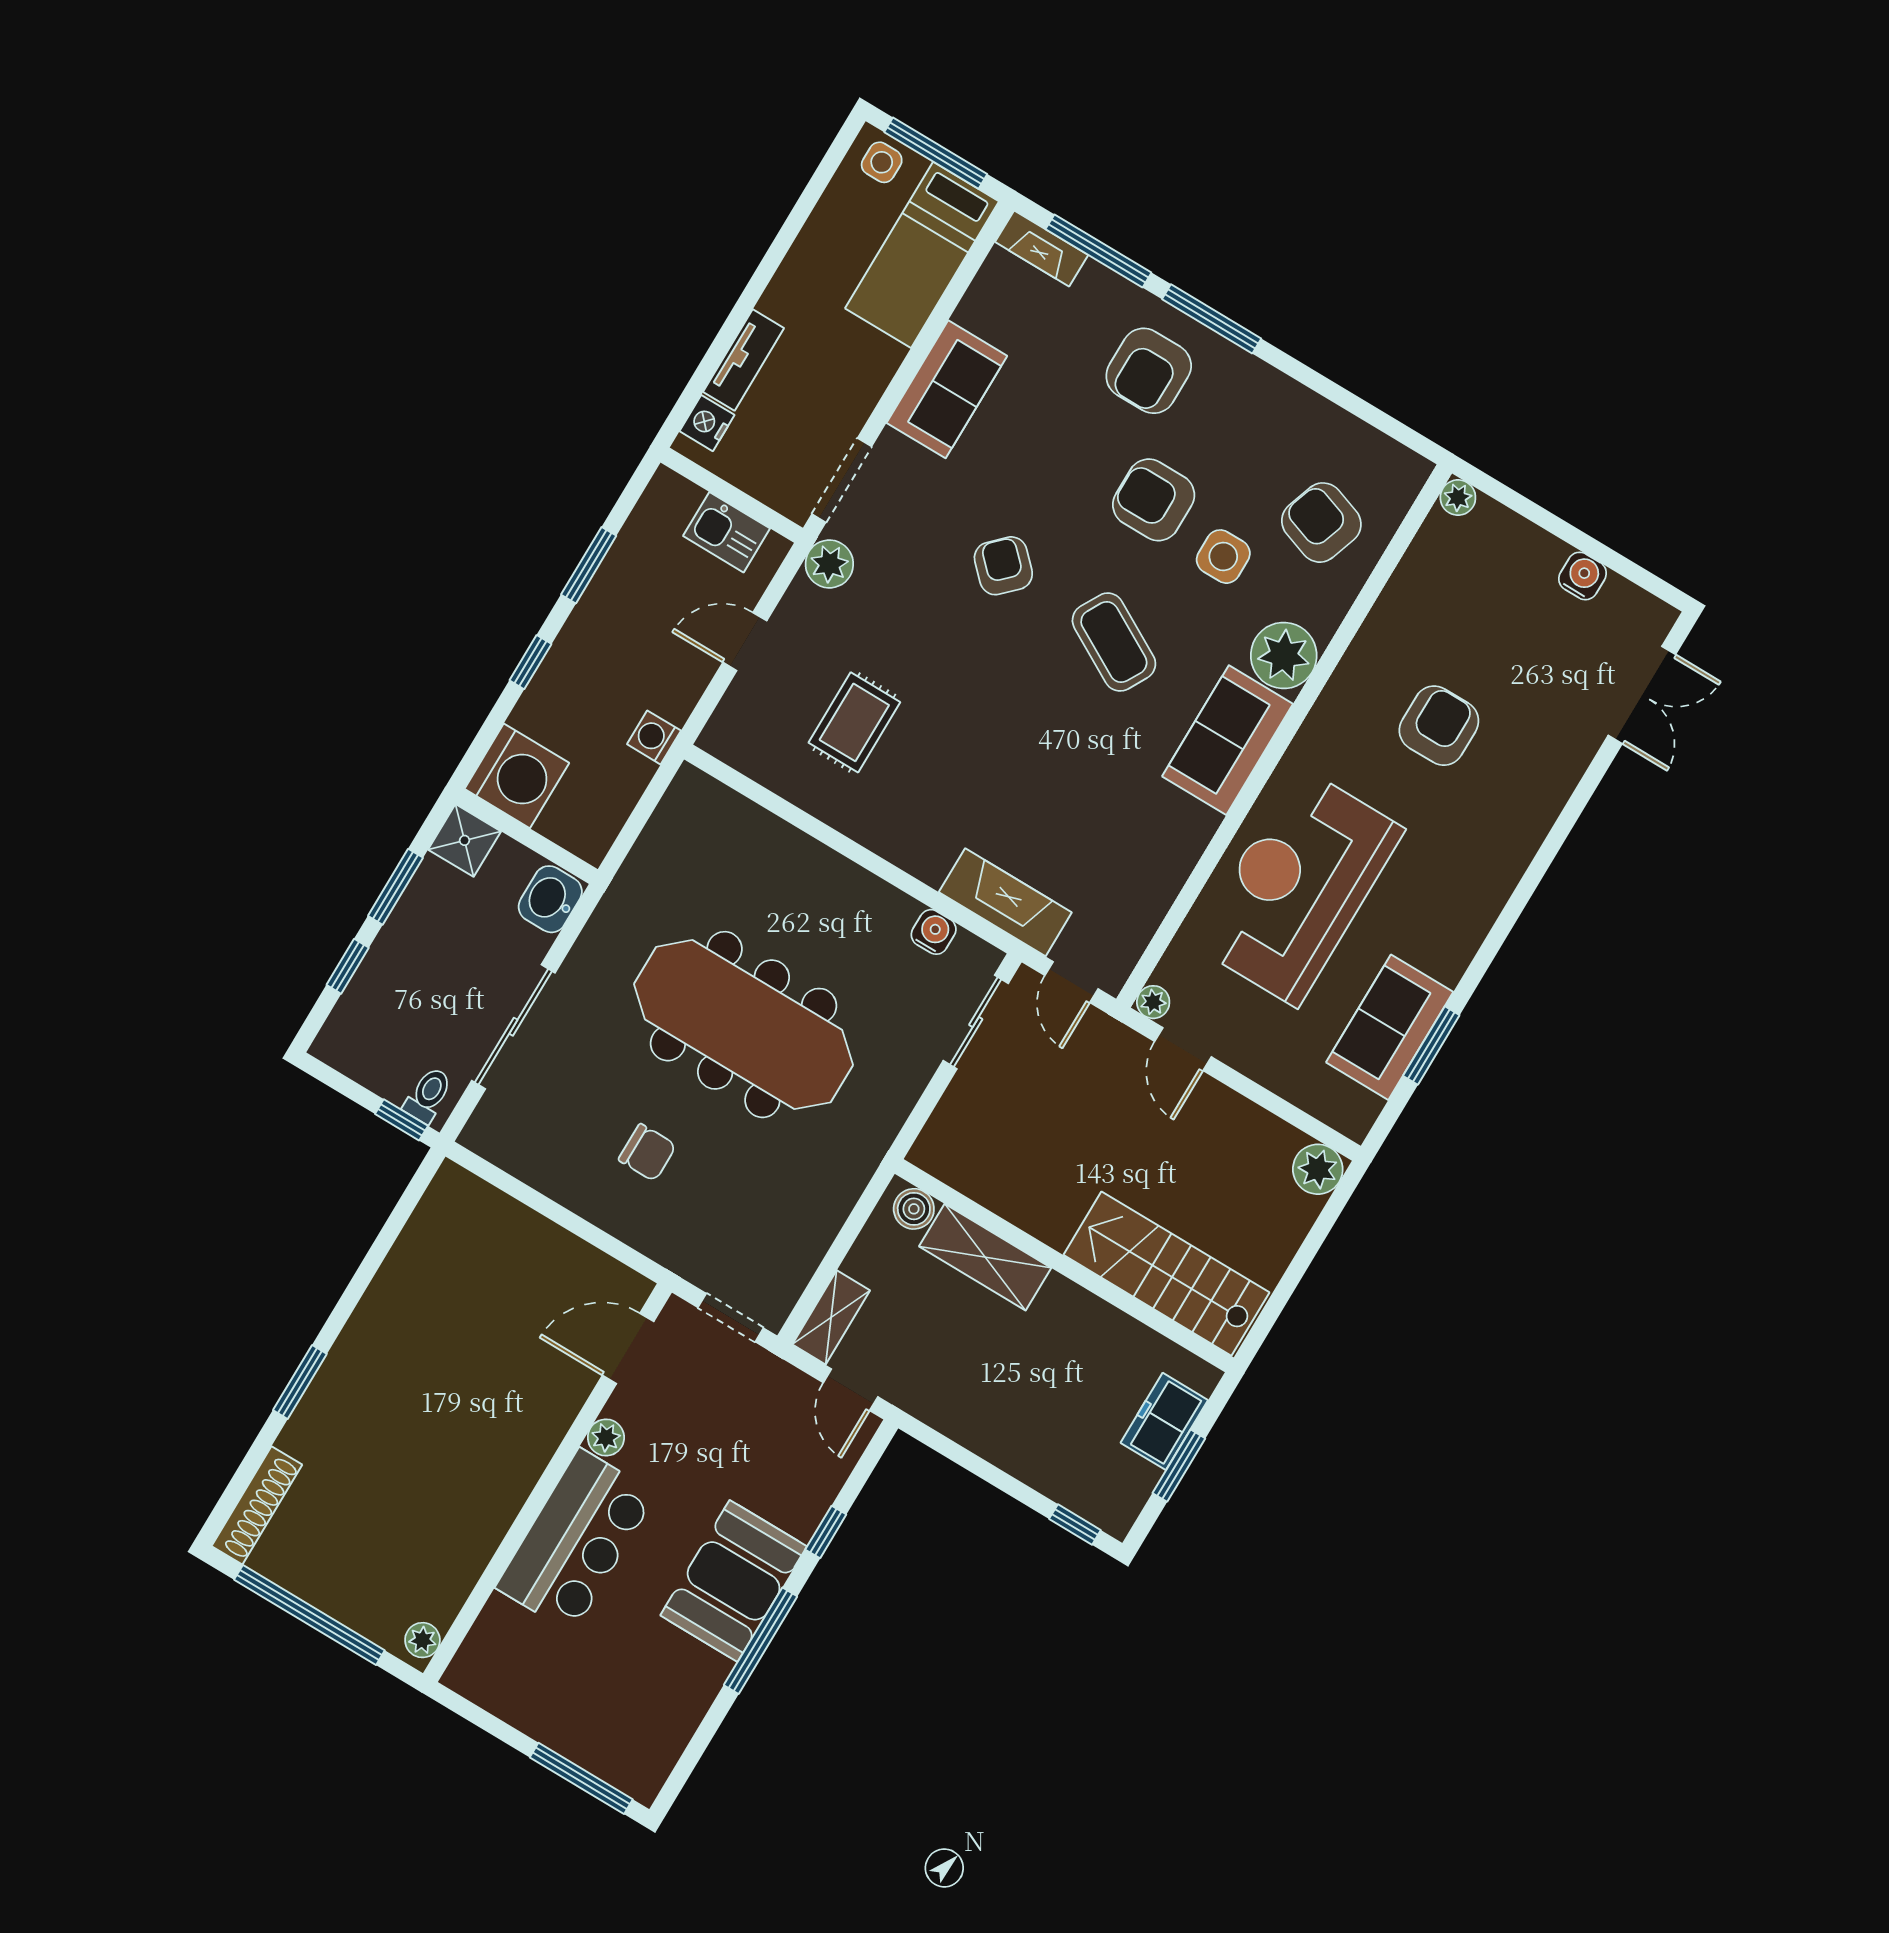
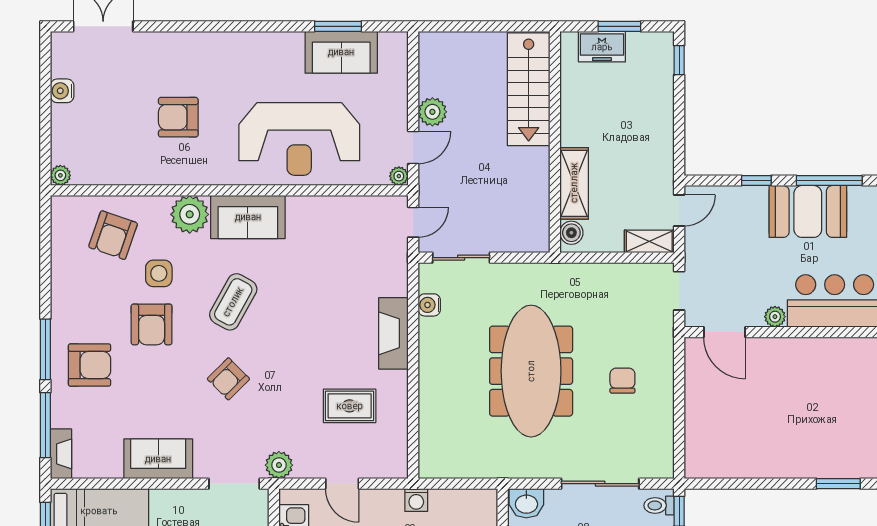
fireplace: (1005, 902) -> (393, 333), moved
plant: (1318, 1169) -> (432, 112), moved

